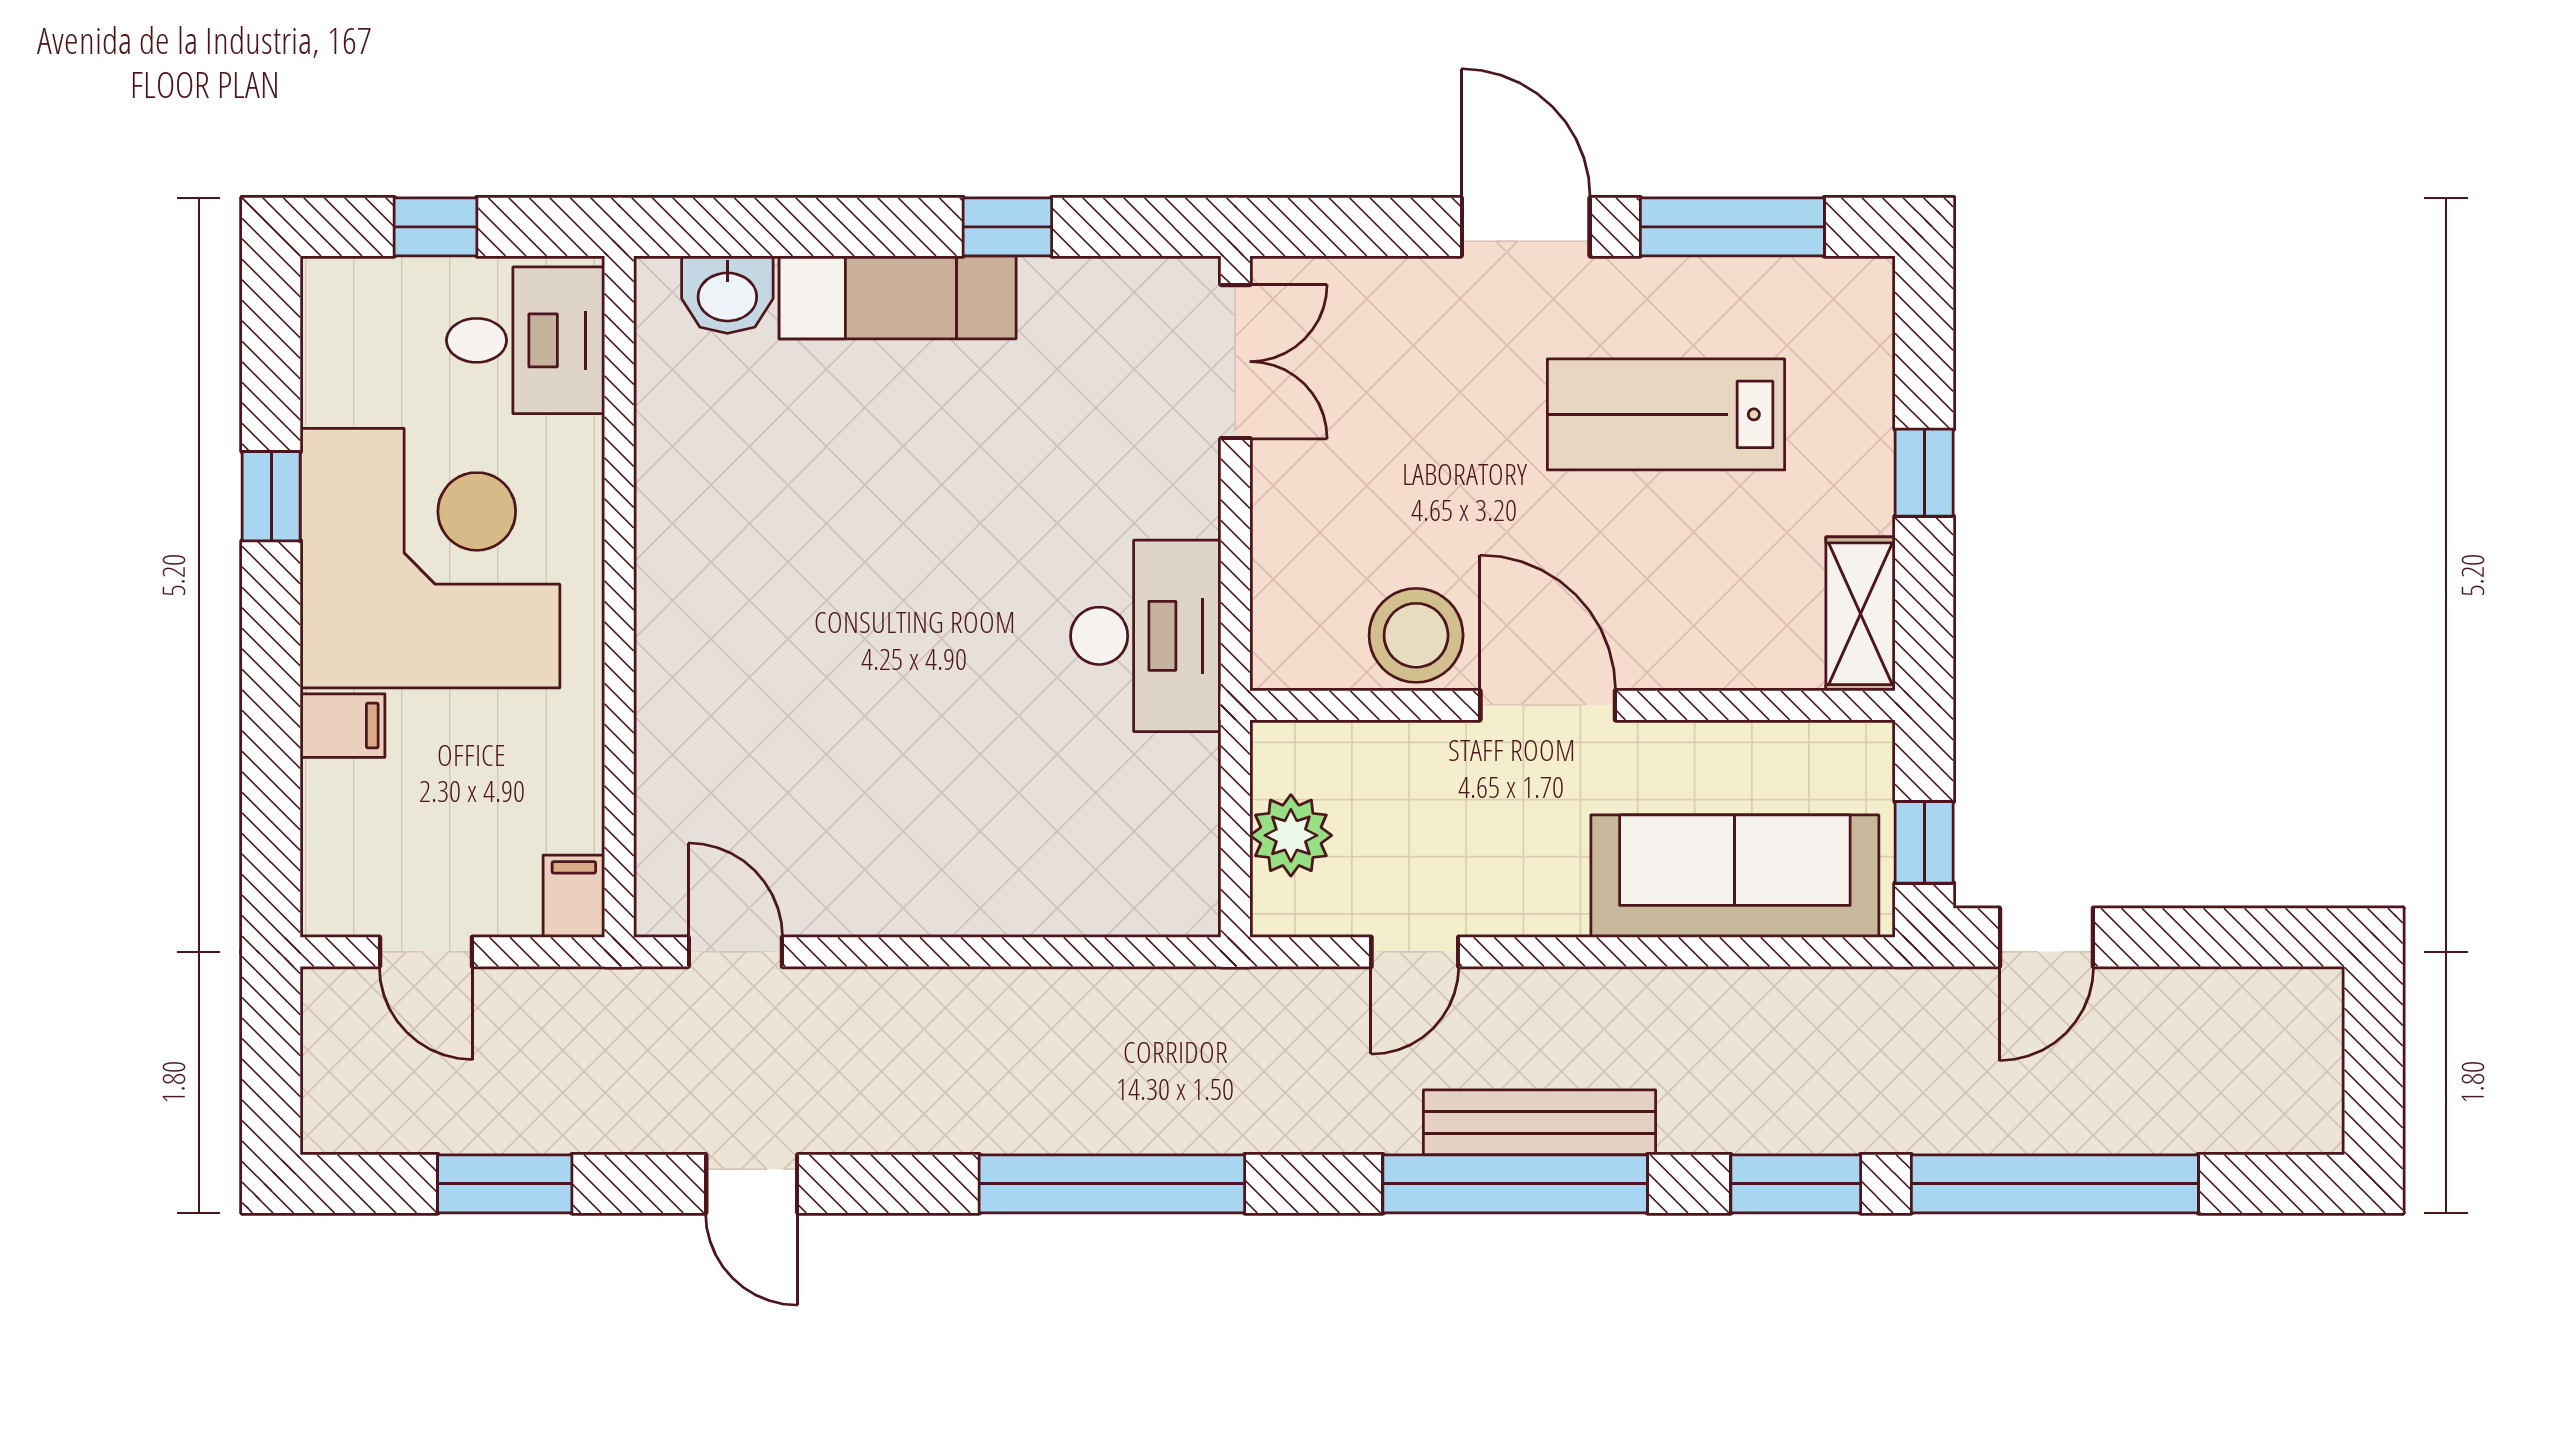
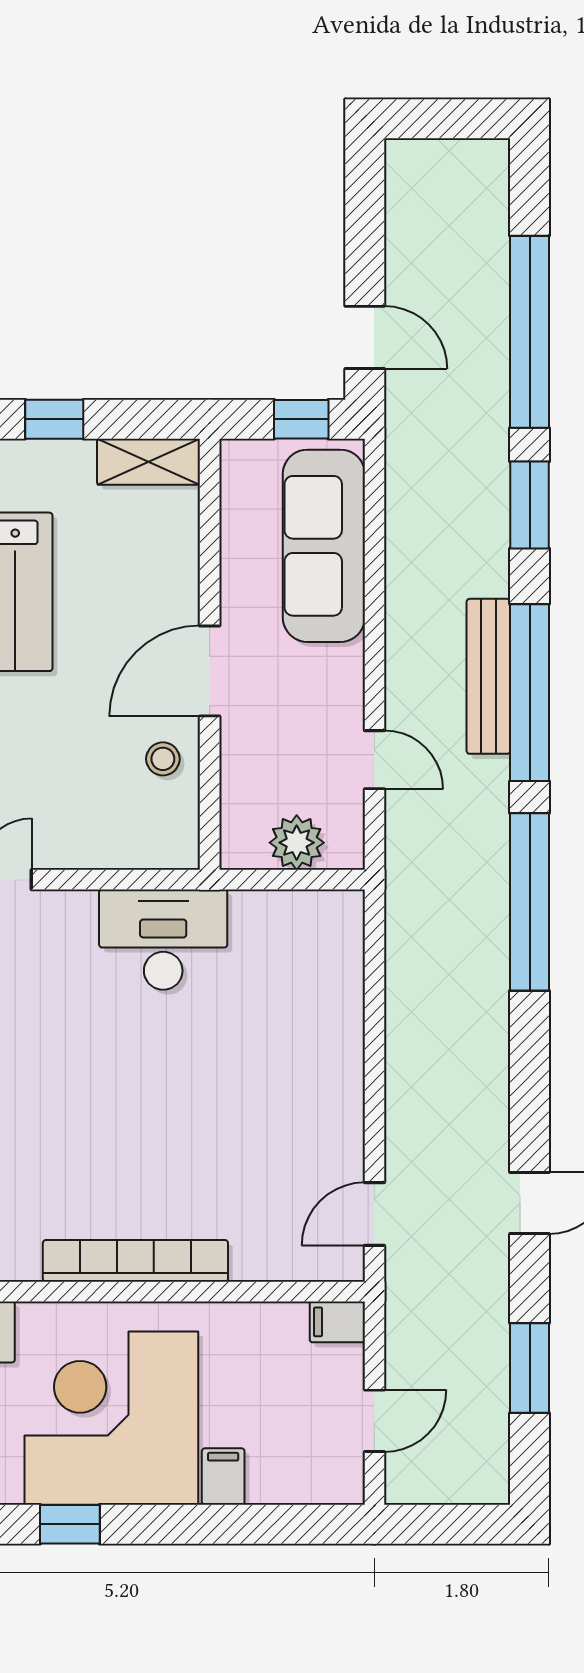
bookcase: (665, 594) -> (135, 1261), added
stool: (1416, 635) -> (163, 759), width x0.53, depth x0.53
window: (1112, 1184) -> (530, 902), moved

